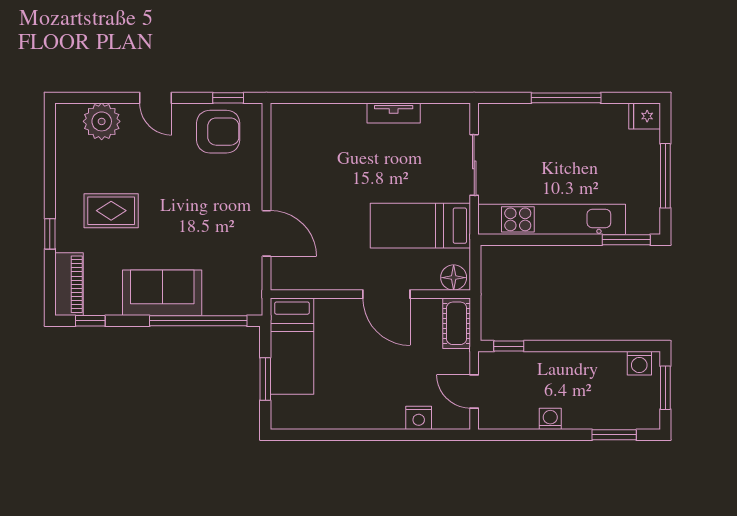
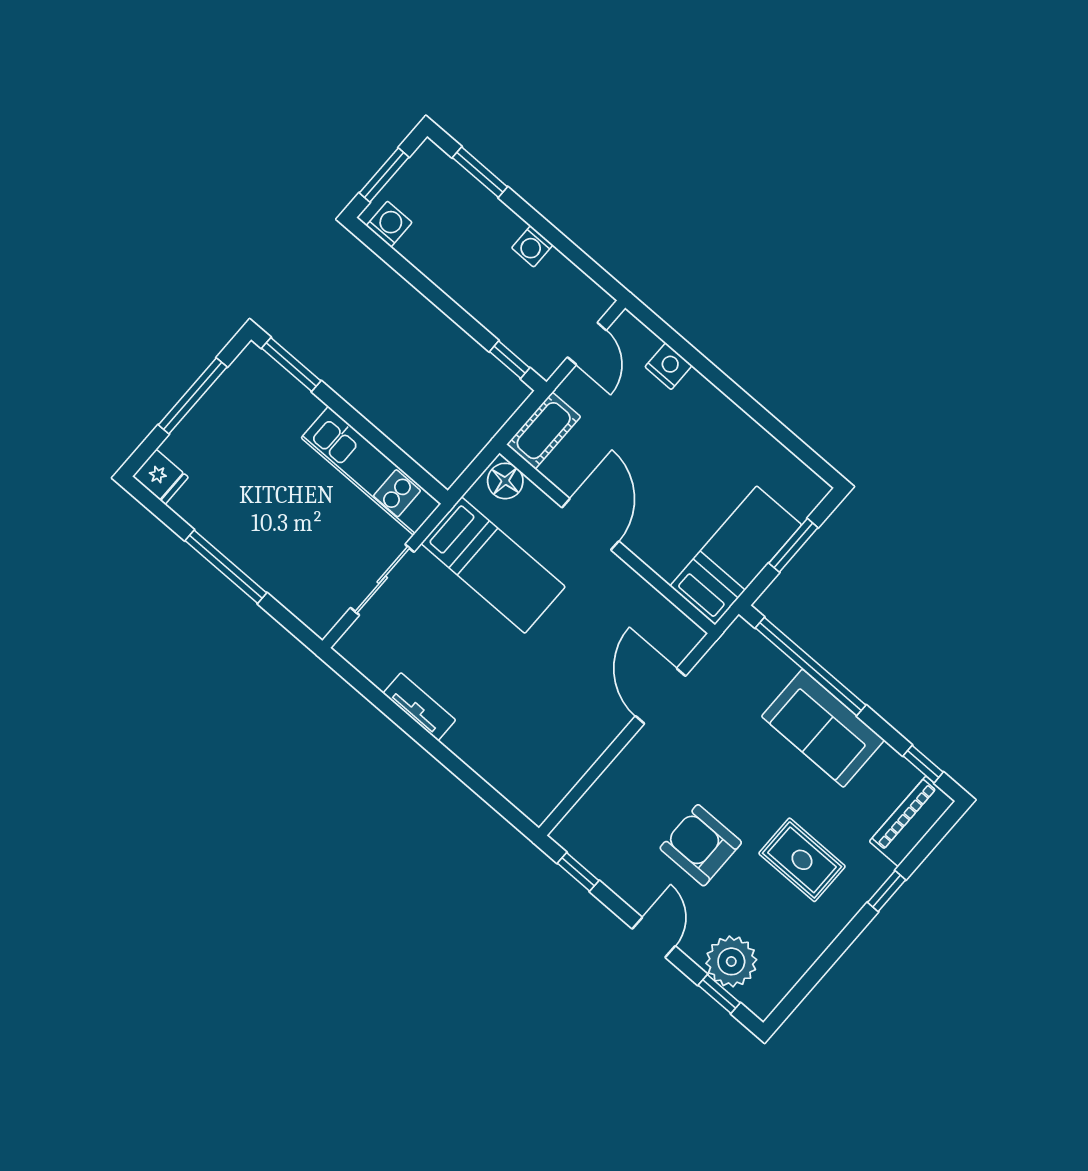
window: (93, 98) -> (719, 994), added
armchair: (218, 132) -> (701, 845), moved
kitchen unit: (552, 219) -> (371, 471), width x0.73

